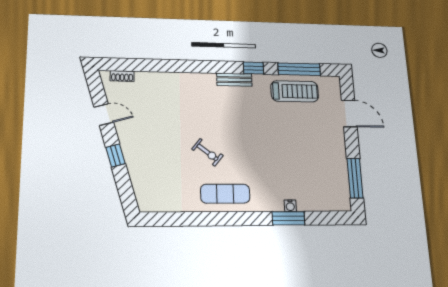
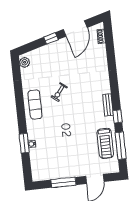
door: (104, 115) -> (75, 28), width x1.88
window: (355, 178) -> (63, 182), moved
plant: (152, 204) -> (25, 62), added

